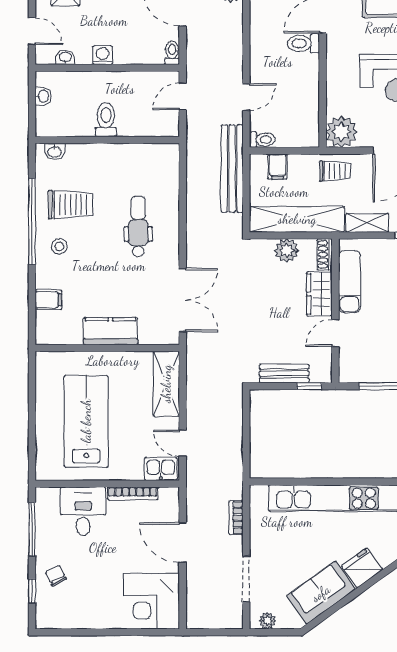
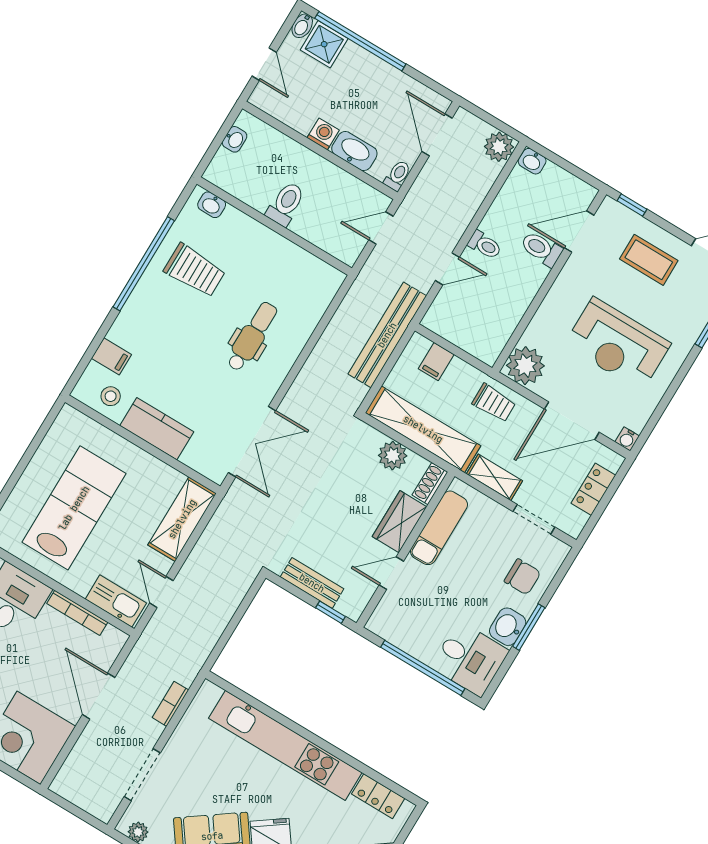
washbasin: (65, 57) -> (354, 151), moved, width x1.91, depth x1.45
toilet: (262, 140) -> (485, 245), moved
stool: (59, 246) -> (111, 396), moved
kitchen sink: (161, 469) -> (116, 601), width x1.38

